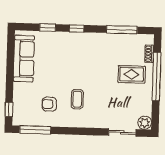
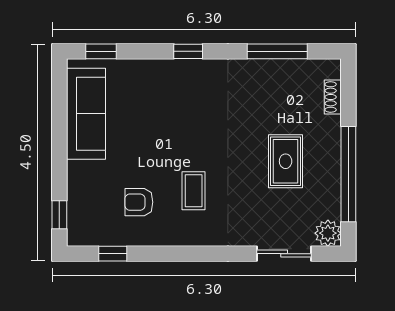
window: (48, 28) -> (101, 51), moved
rug: (132, 74) -> (286, 161), moved, turned 90
window: (156, 77) -> (348, 174), moved
window: (35, 130) -> (113, 254), width x0.46

